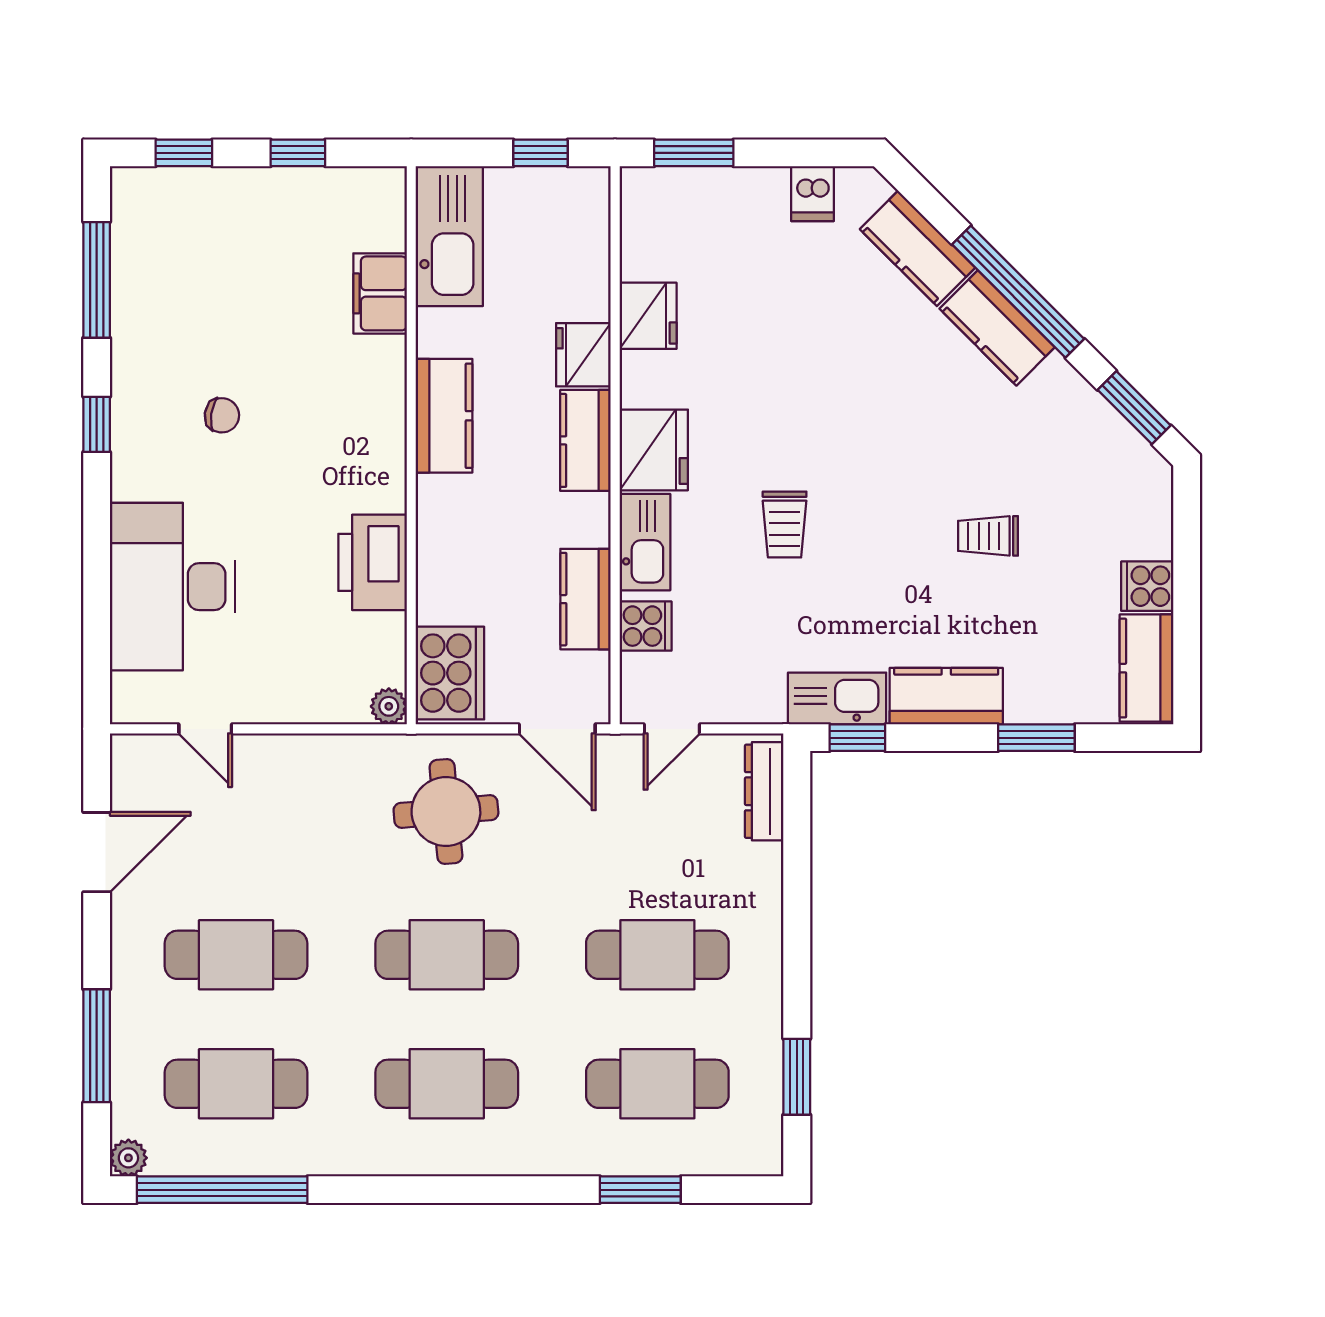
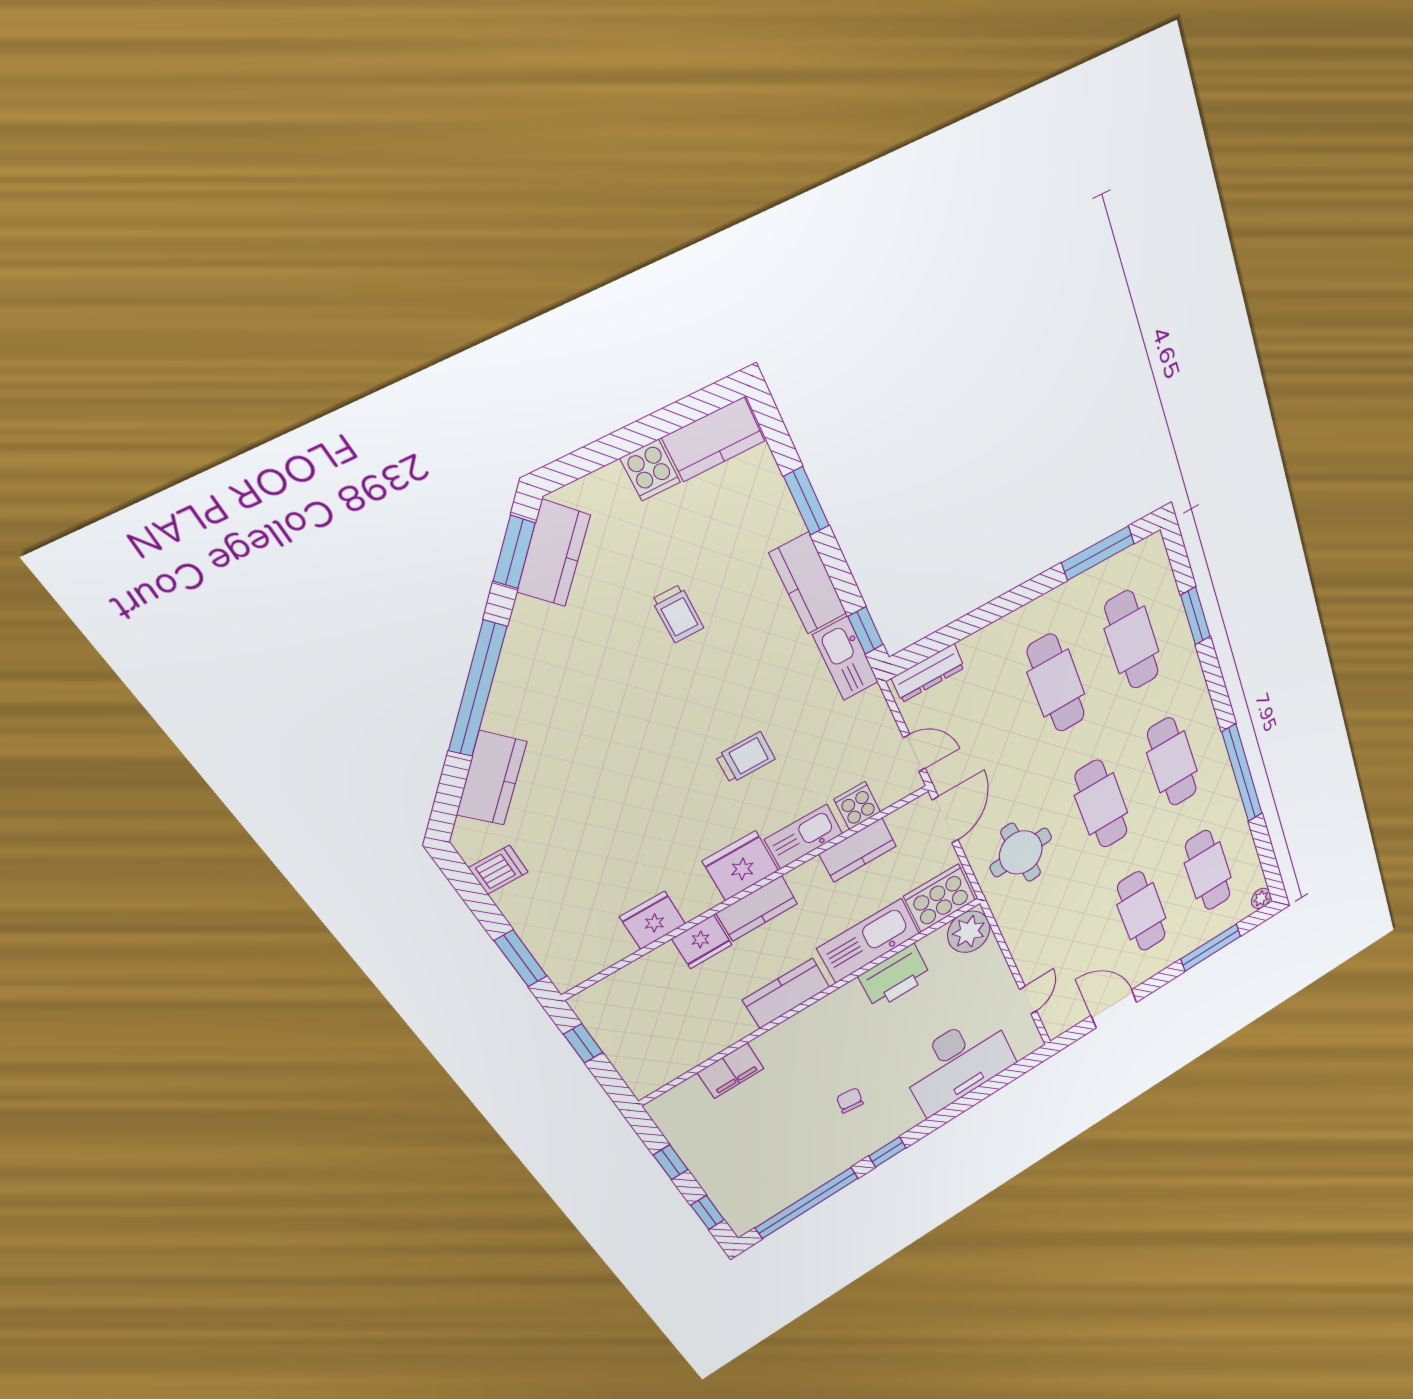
kitchen sink: (449, 236) -> (869, 941), moved
window: (97, 280) -> (807, 1203), width x1.46
kitchen counter: (997, 328) -> (554, 553), moved
plant: (389, 706) -> (969, 932), width x1.87, depth x1.87
window: (797, 1077) -> (1098, 553), width x1.44
window: (222, 1190) -> (1242, 773), moved

